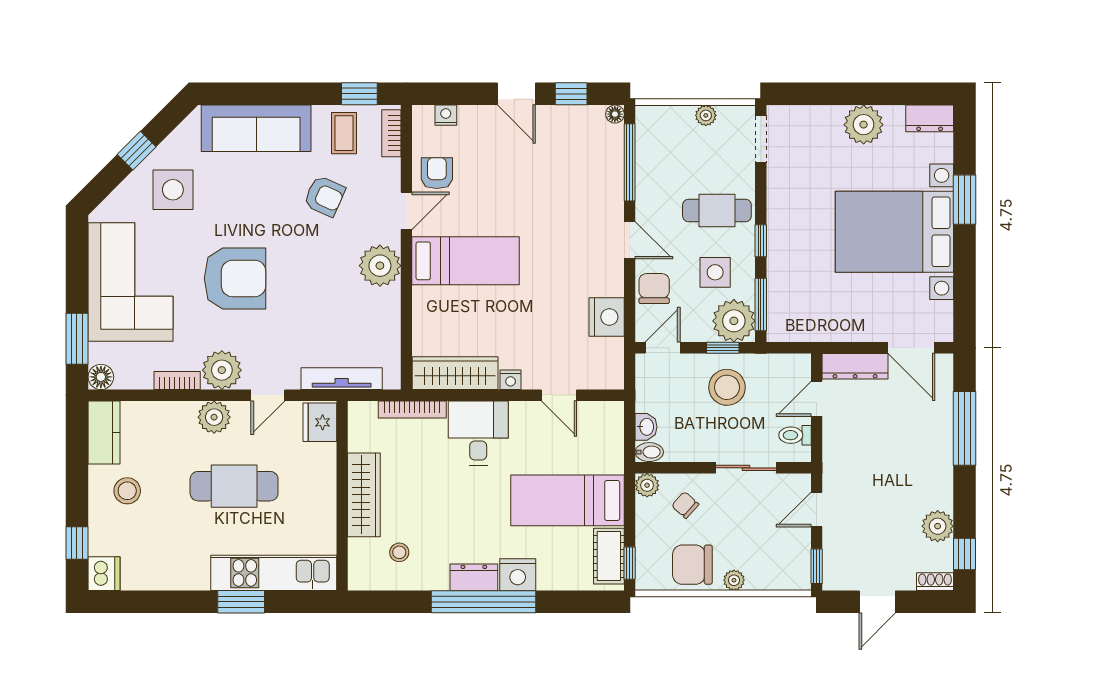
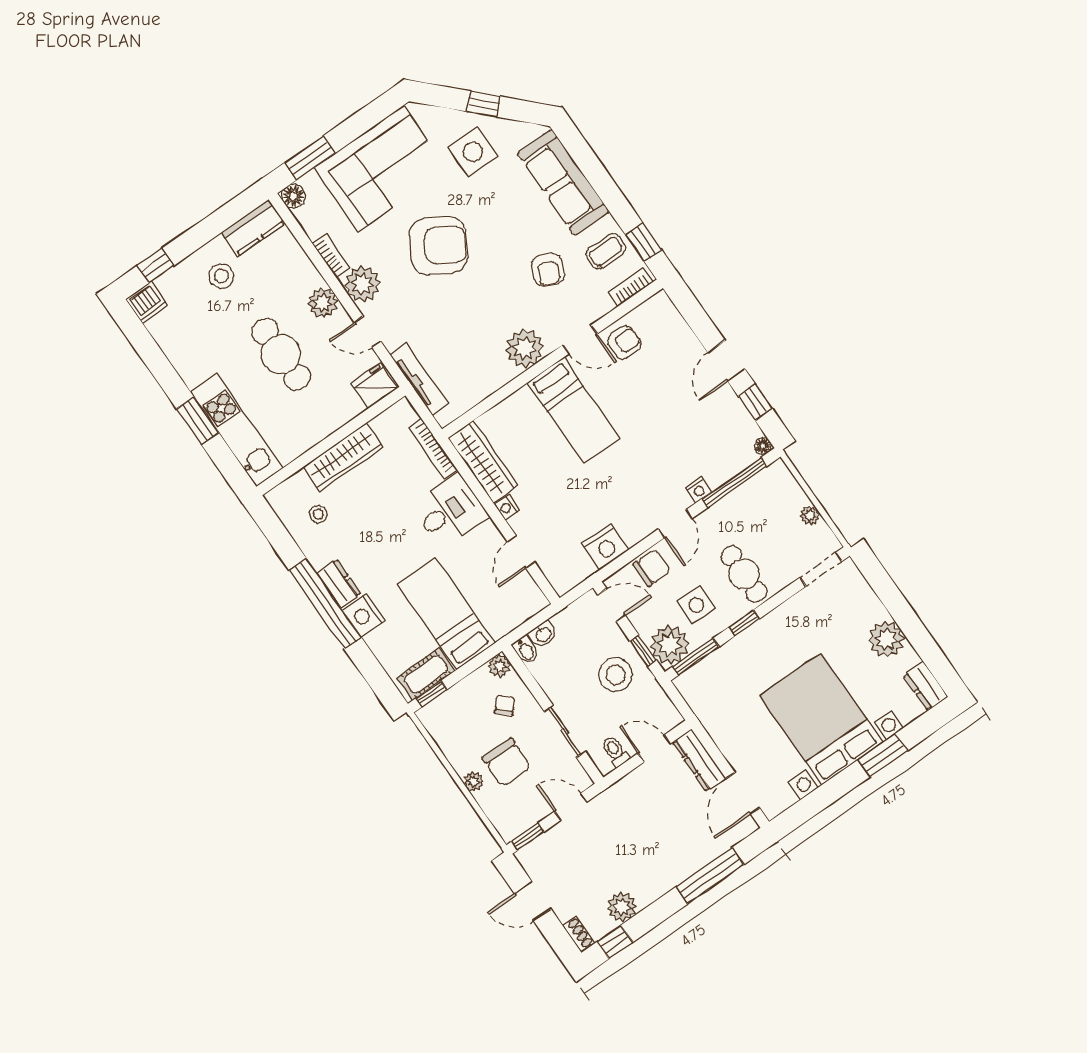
nightstand: (446, 115) -> (698, 490), moved, turned 90
armchair: (235, 278) -> (439, 246), turned -60
chair: (692, 565) -> (507, 762), moved, turned 180

